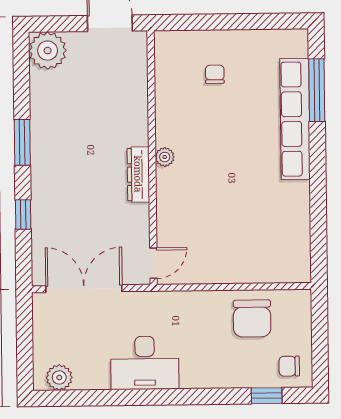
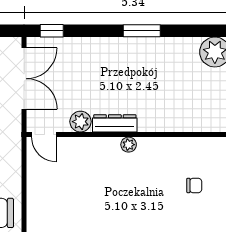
window: (23, 214) -> (52, 31), moved
plant: (137, 217) -> (80, 122), added

